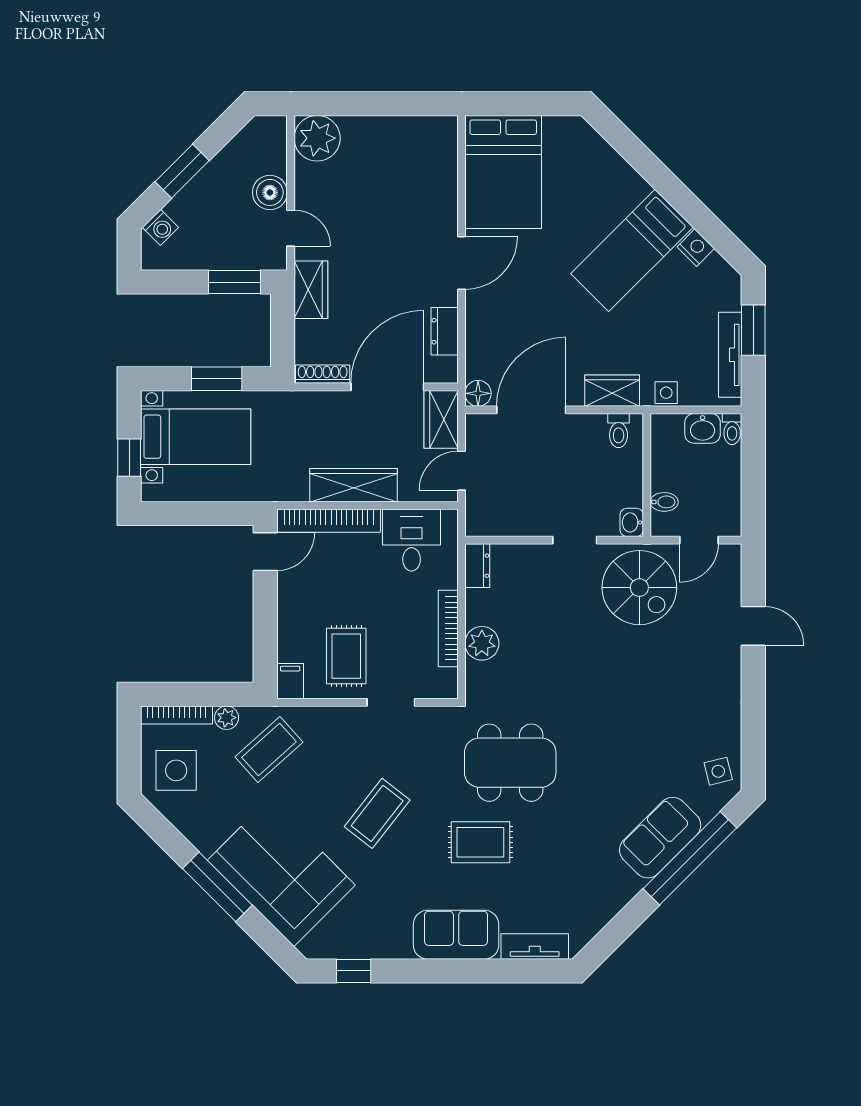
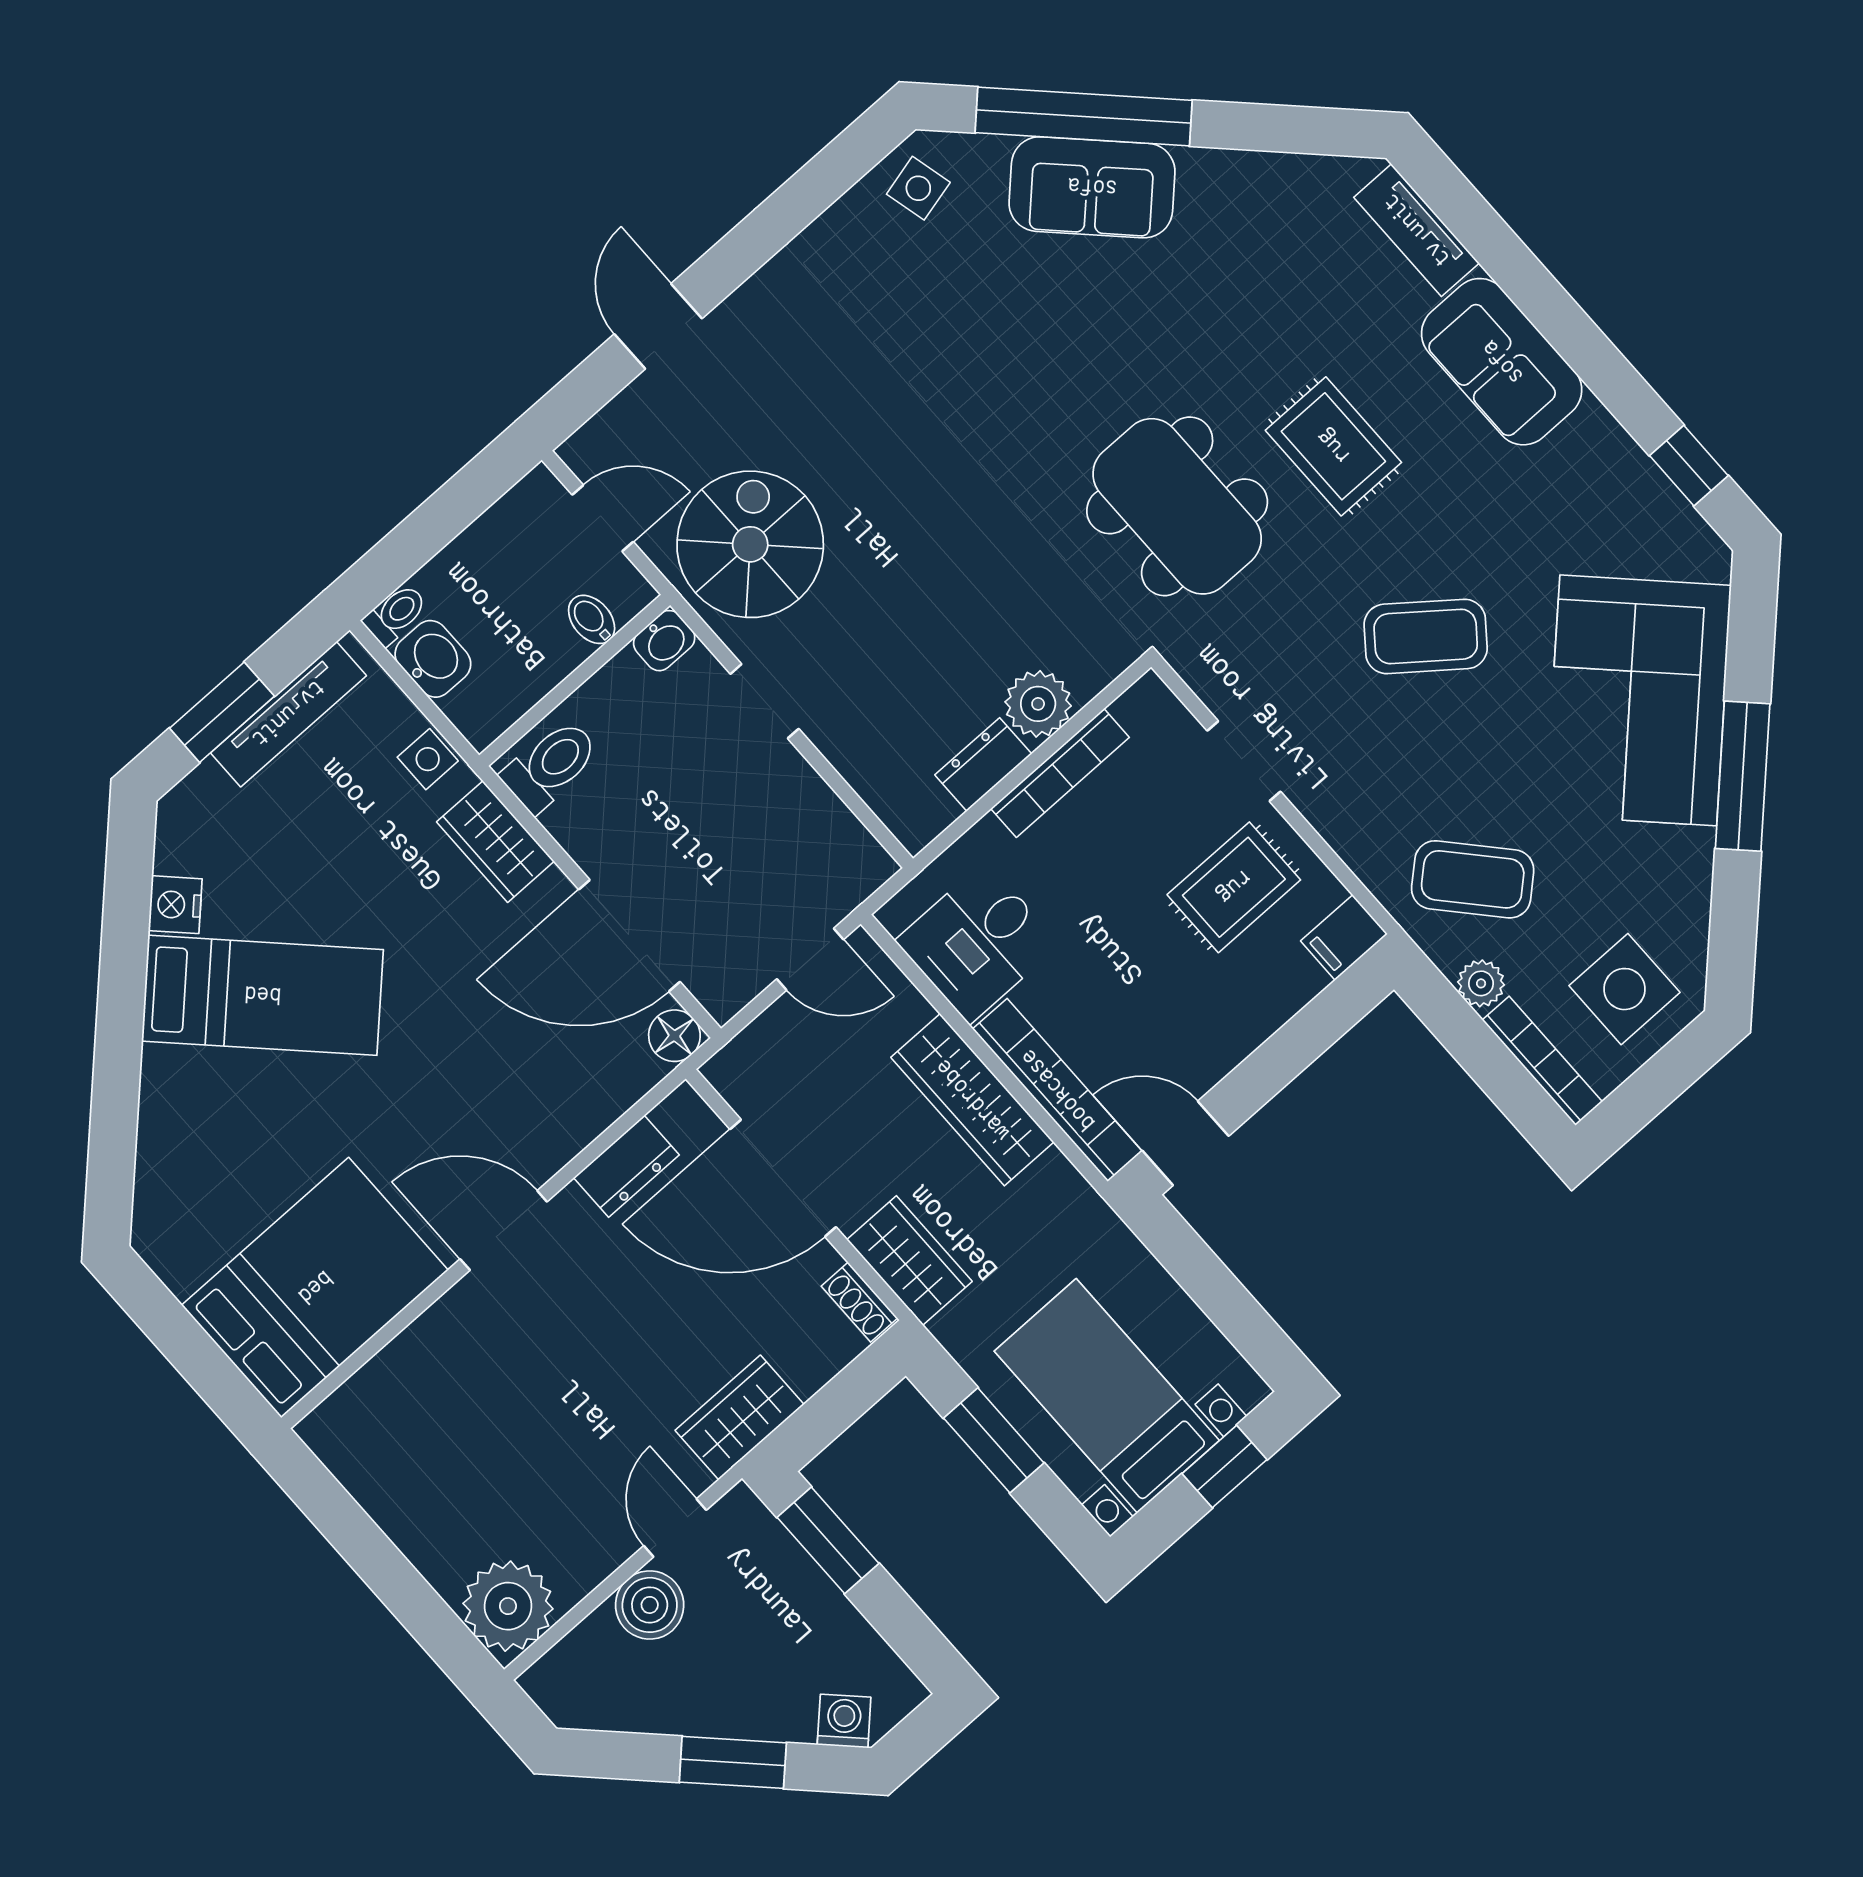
shoe rack: (323, 374) -> (859, 1302), width x0.70
wardrobe: (441, 419) -> (909, 1260), moved, turned -90
toilet: (619, 431) -> (551, 765), width x1.37, depth x1.39
dresser: (477, 566) -> (983, 764), moved

